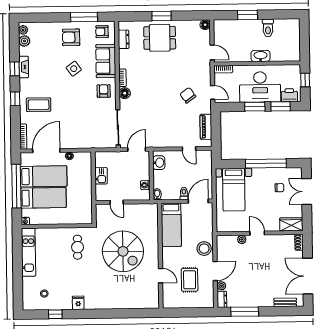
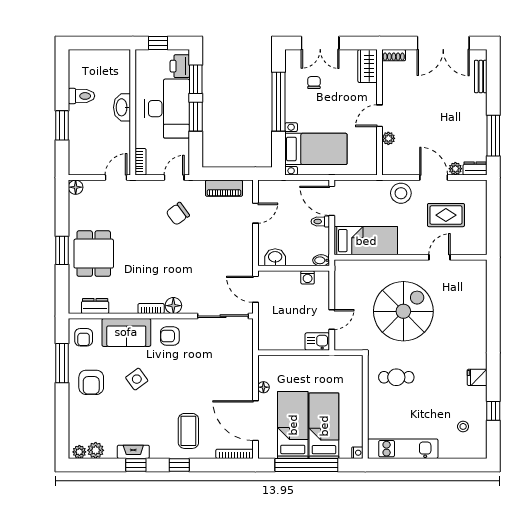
kitchen sink: (101, 176) -> (317, 342), moved

